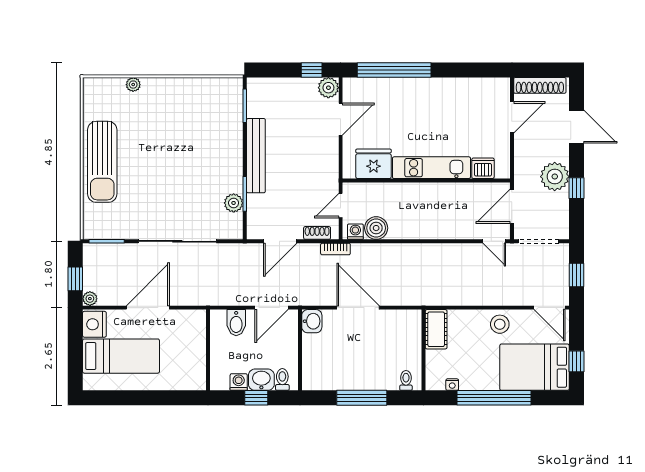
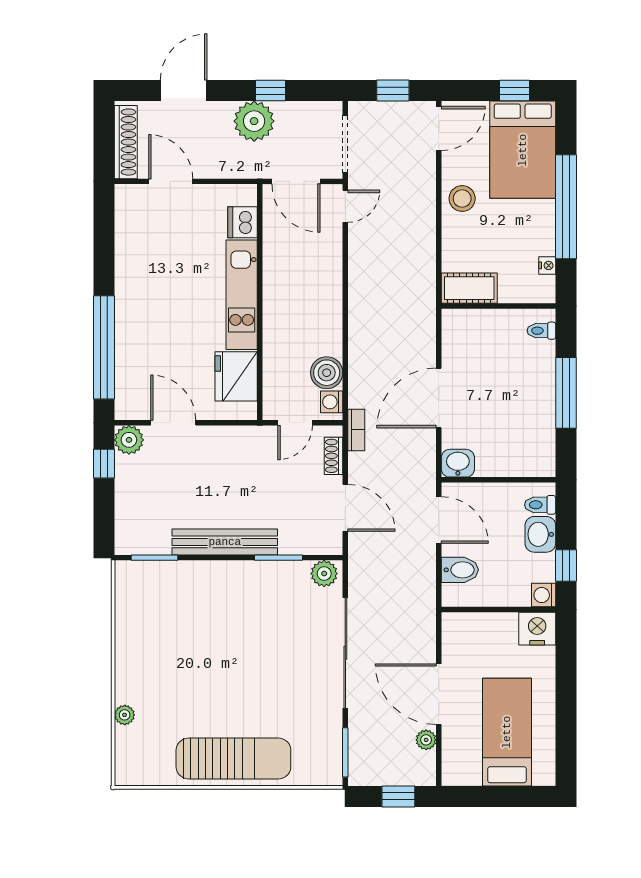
plant: (234, 203) -> (324, 574), moved
door: (341, 206) -> (295, 423), hinge flipped
plant: (90, 299) -> (426, 740), moved
nightstand: (94, 324) -> (537, 629), moved, turned 180
washing machine: (239, 382) -> (544, 595), moved
window: (256, 398) -> (566, 566), moved

